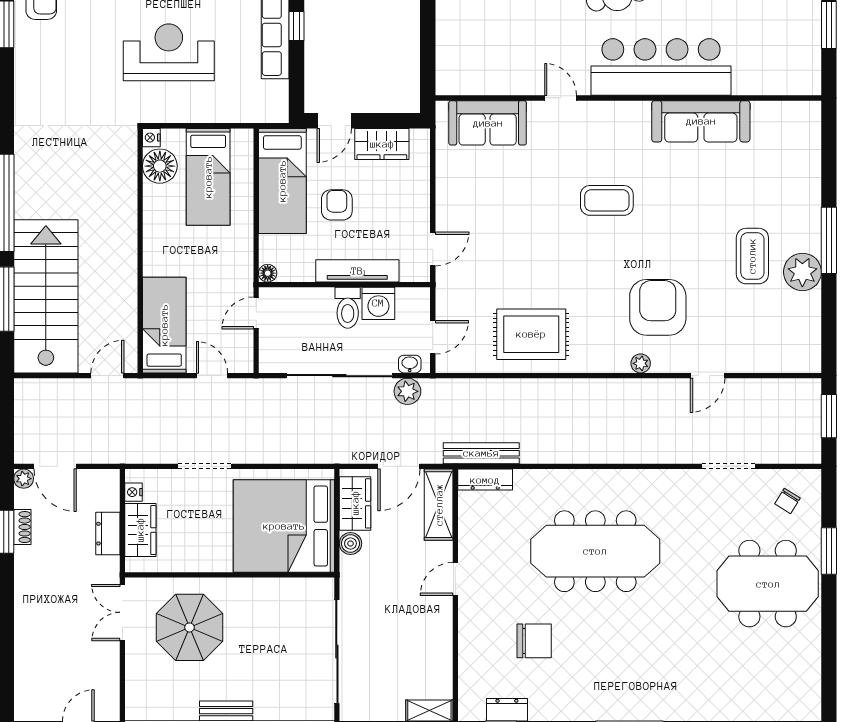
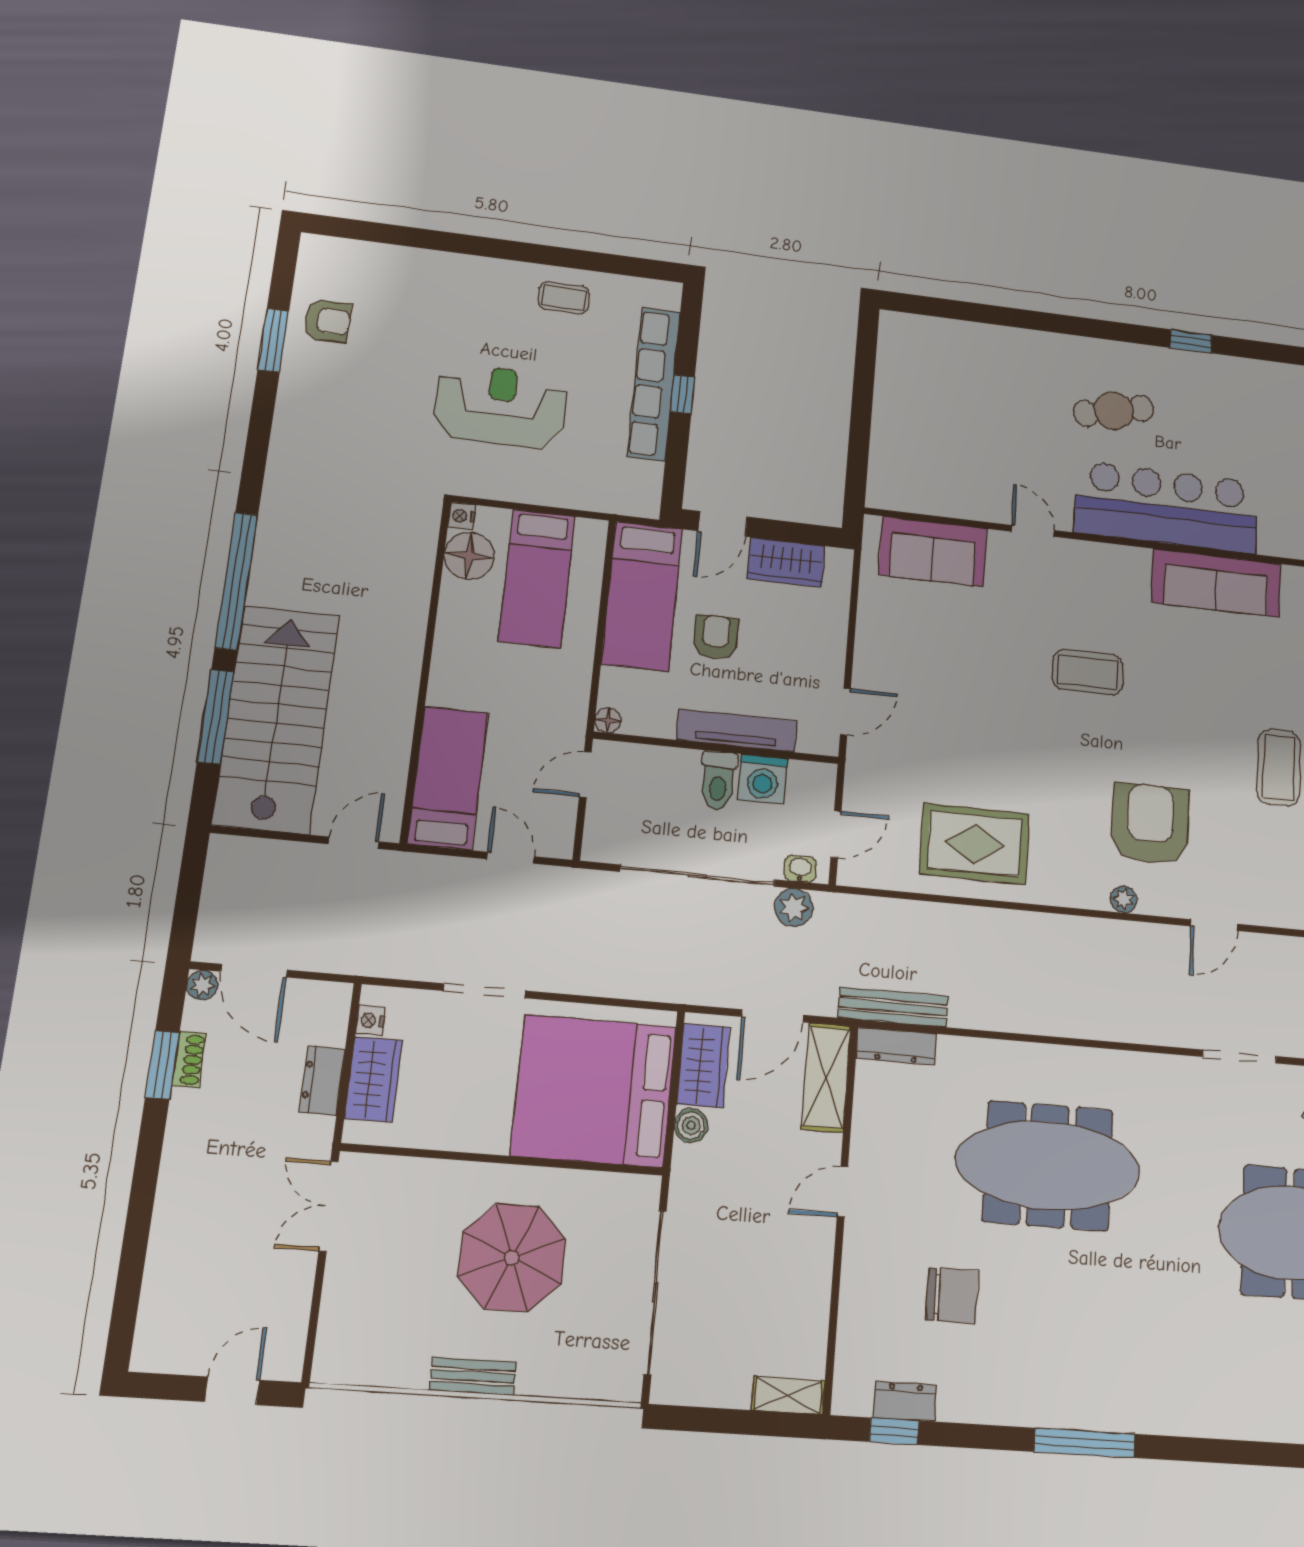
parasol: (189, 627) -> (512, 1258), moved

